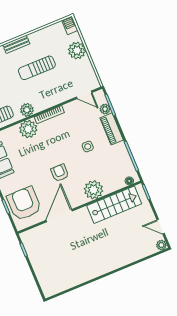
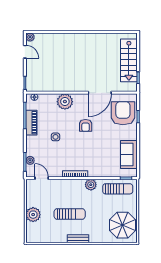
barbecue: (70, 25) -> (31, 236), removed
plant: (28, 129) -> (96, 169), removed
piano: (112, 129) -> (31, 123), moved
armchair: (24, 204) -> (123, 113), turned 180
stairs: (114, 205) -> (129, 60), moved, turned -90

